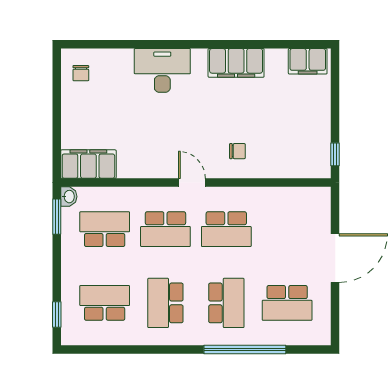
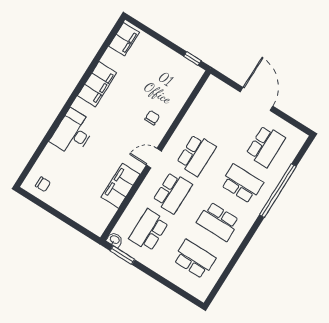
filing cabinet: (88, 164) -> (121, 186), moved
school desk: (105, 303) -> (194, 259), turned 90
window: (57, 314) -> (183, 293), removed

